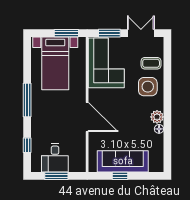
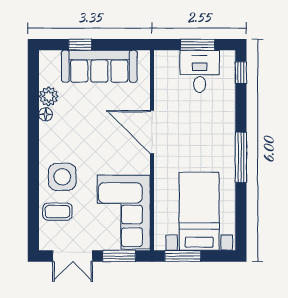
plant: (157, 117) -> (49, 96), moved
window: (27, 145) -> (241, 73), moved
window: (120, 176) -> (80, 45), moved

